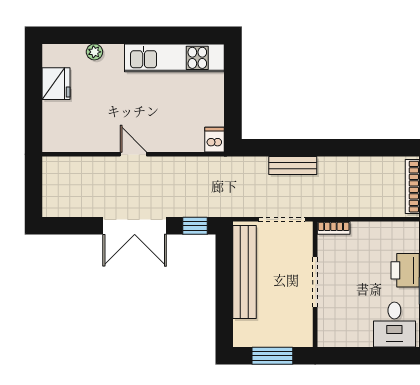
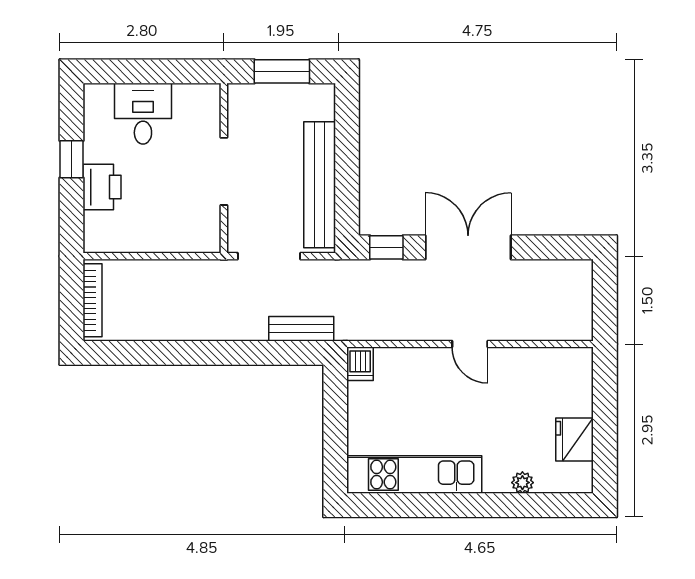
bench: (293, 166) -> (301, 329), moved
bookcase: (334, 228) -> (199, 244), removed
desk: (394, 325) -> (143, 114), moved

